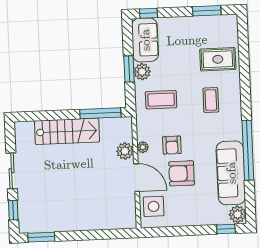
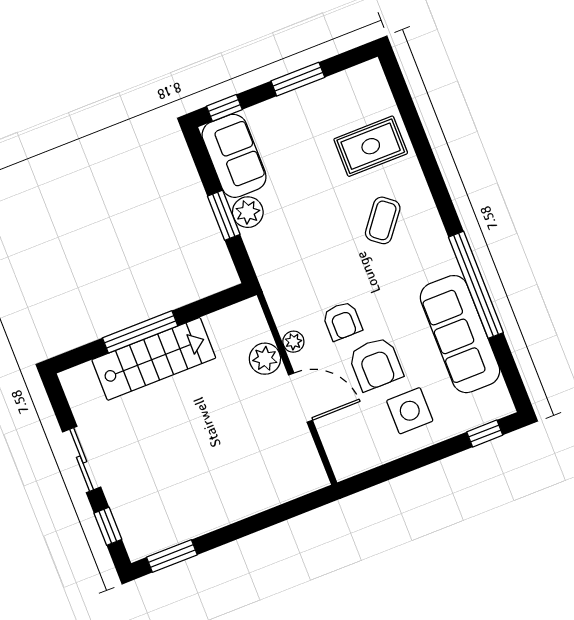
window: (207, 11) -> (298, 79), moved
coffee table: (161, 100) -> (297, 249), removed
coffee table: (211, 100) -> (383, 220), turned 38
window: (100, 113) -> (140, 332), moved
armchair: (182, 173) -> (376, 364), turned -90
side table: (154, 206) -> (410, 411), moved
plant: (238, 214) -> (496, 401), removed

